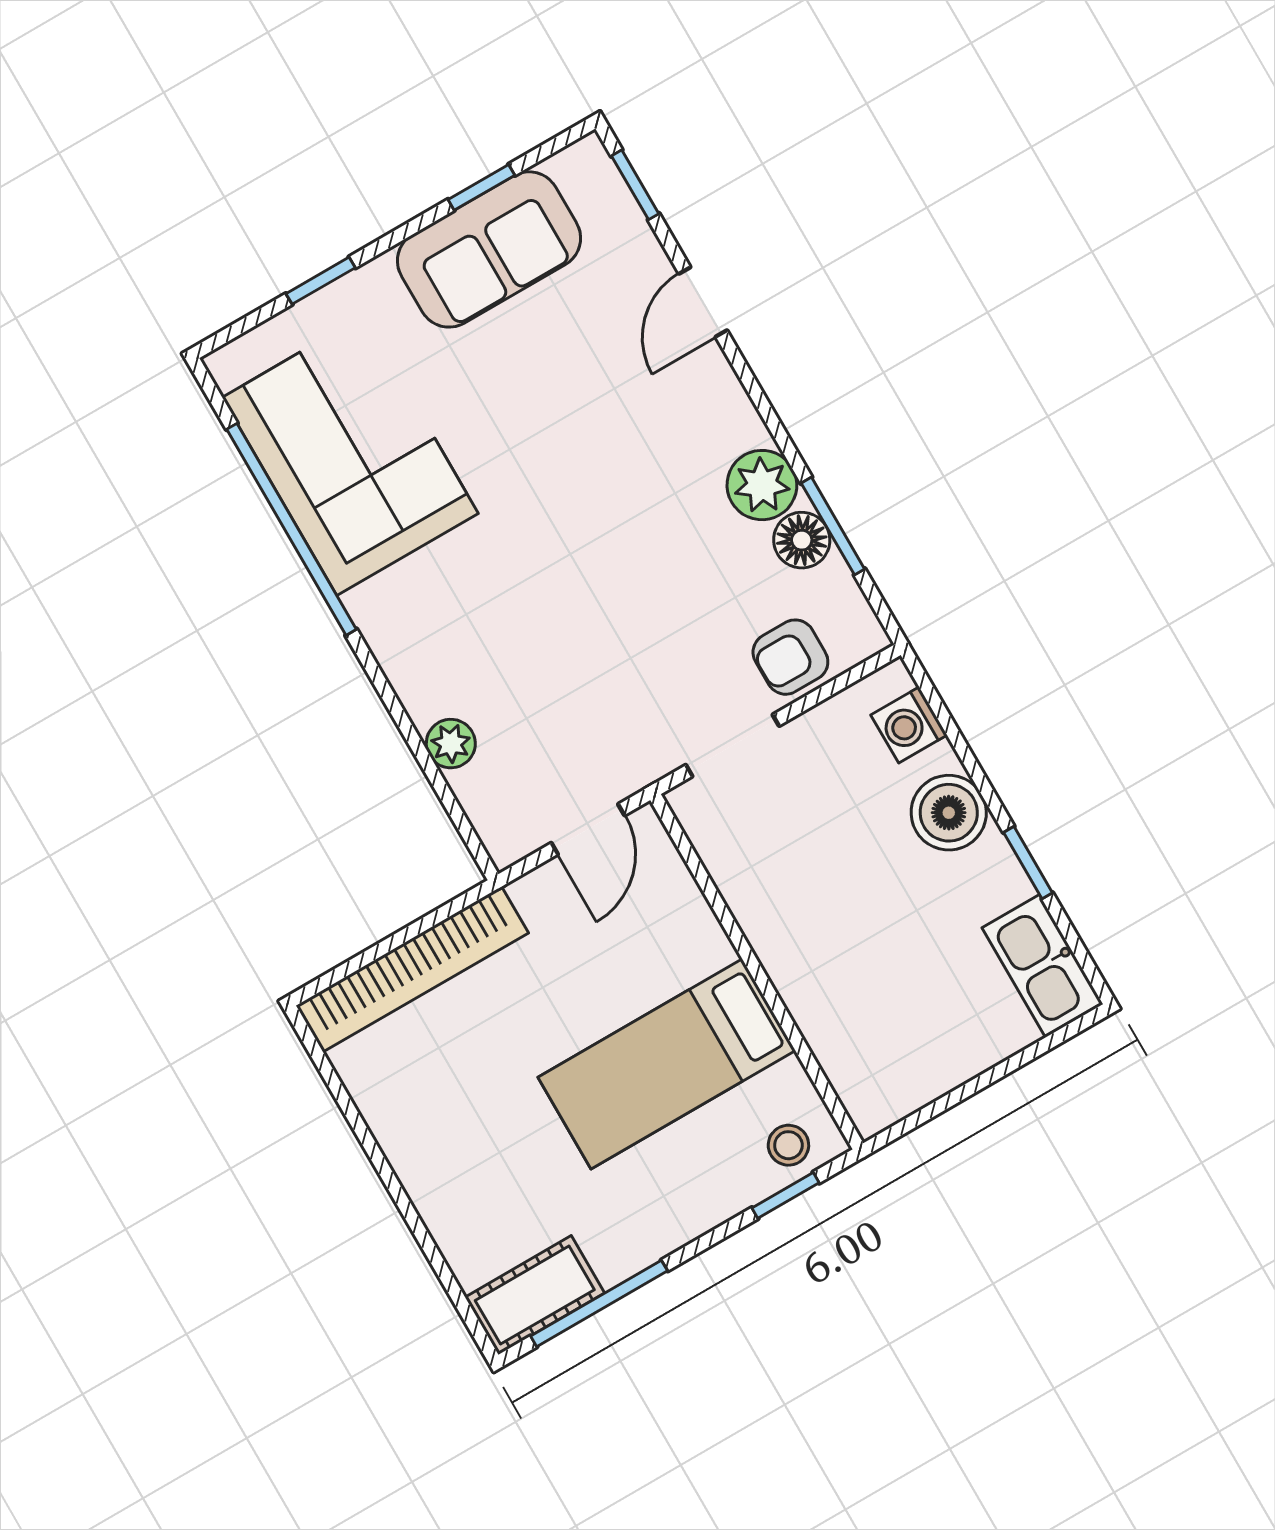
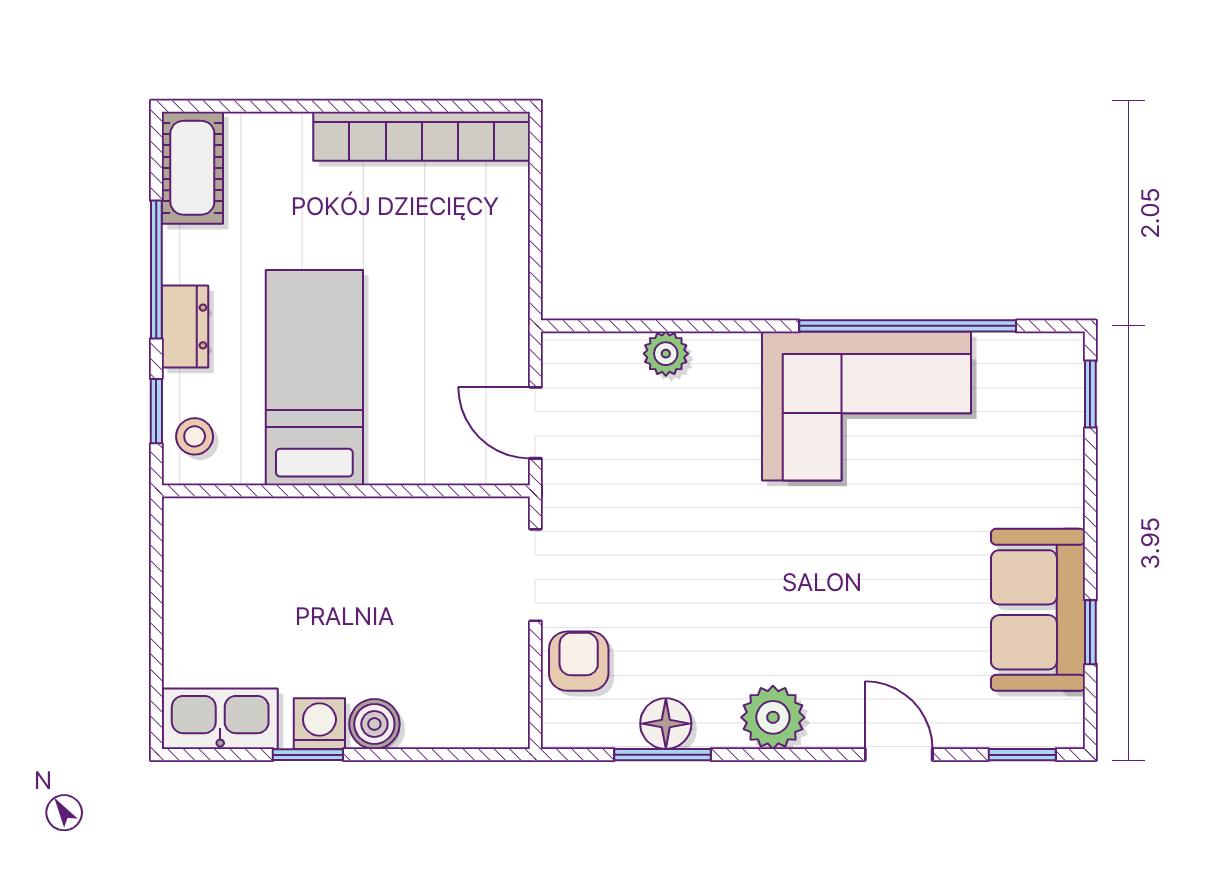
window: (321, 281) -> (1090, 394), moved
corner sofa: (350, 455) -> (866, 406), moved
plant: (762, 485) -> (773, 717), moved
washing machine: (909, 725) -> (319, 724), moved
boiler: (949, 813) -> (374, 724), width x0.73, depth x0.73
bookcase: (412, 969) -> (422, 136), moved, turned -90
dresser: (689, 1215) -> (185, 326), added
window: (599, 1303) -> (156, 269), moved

